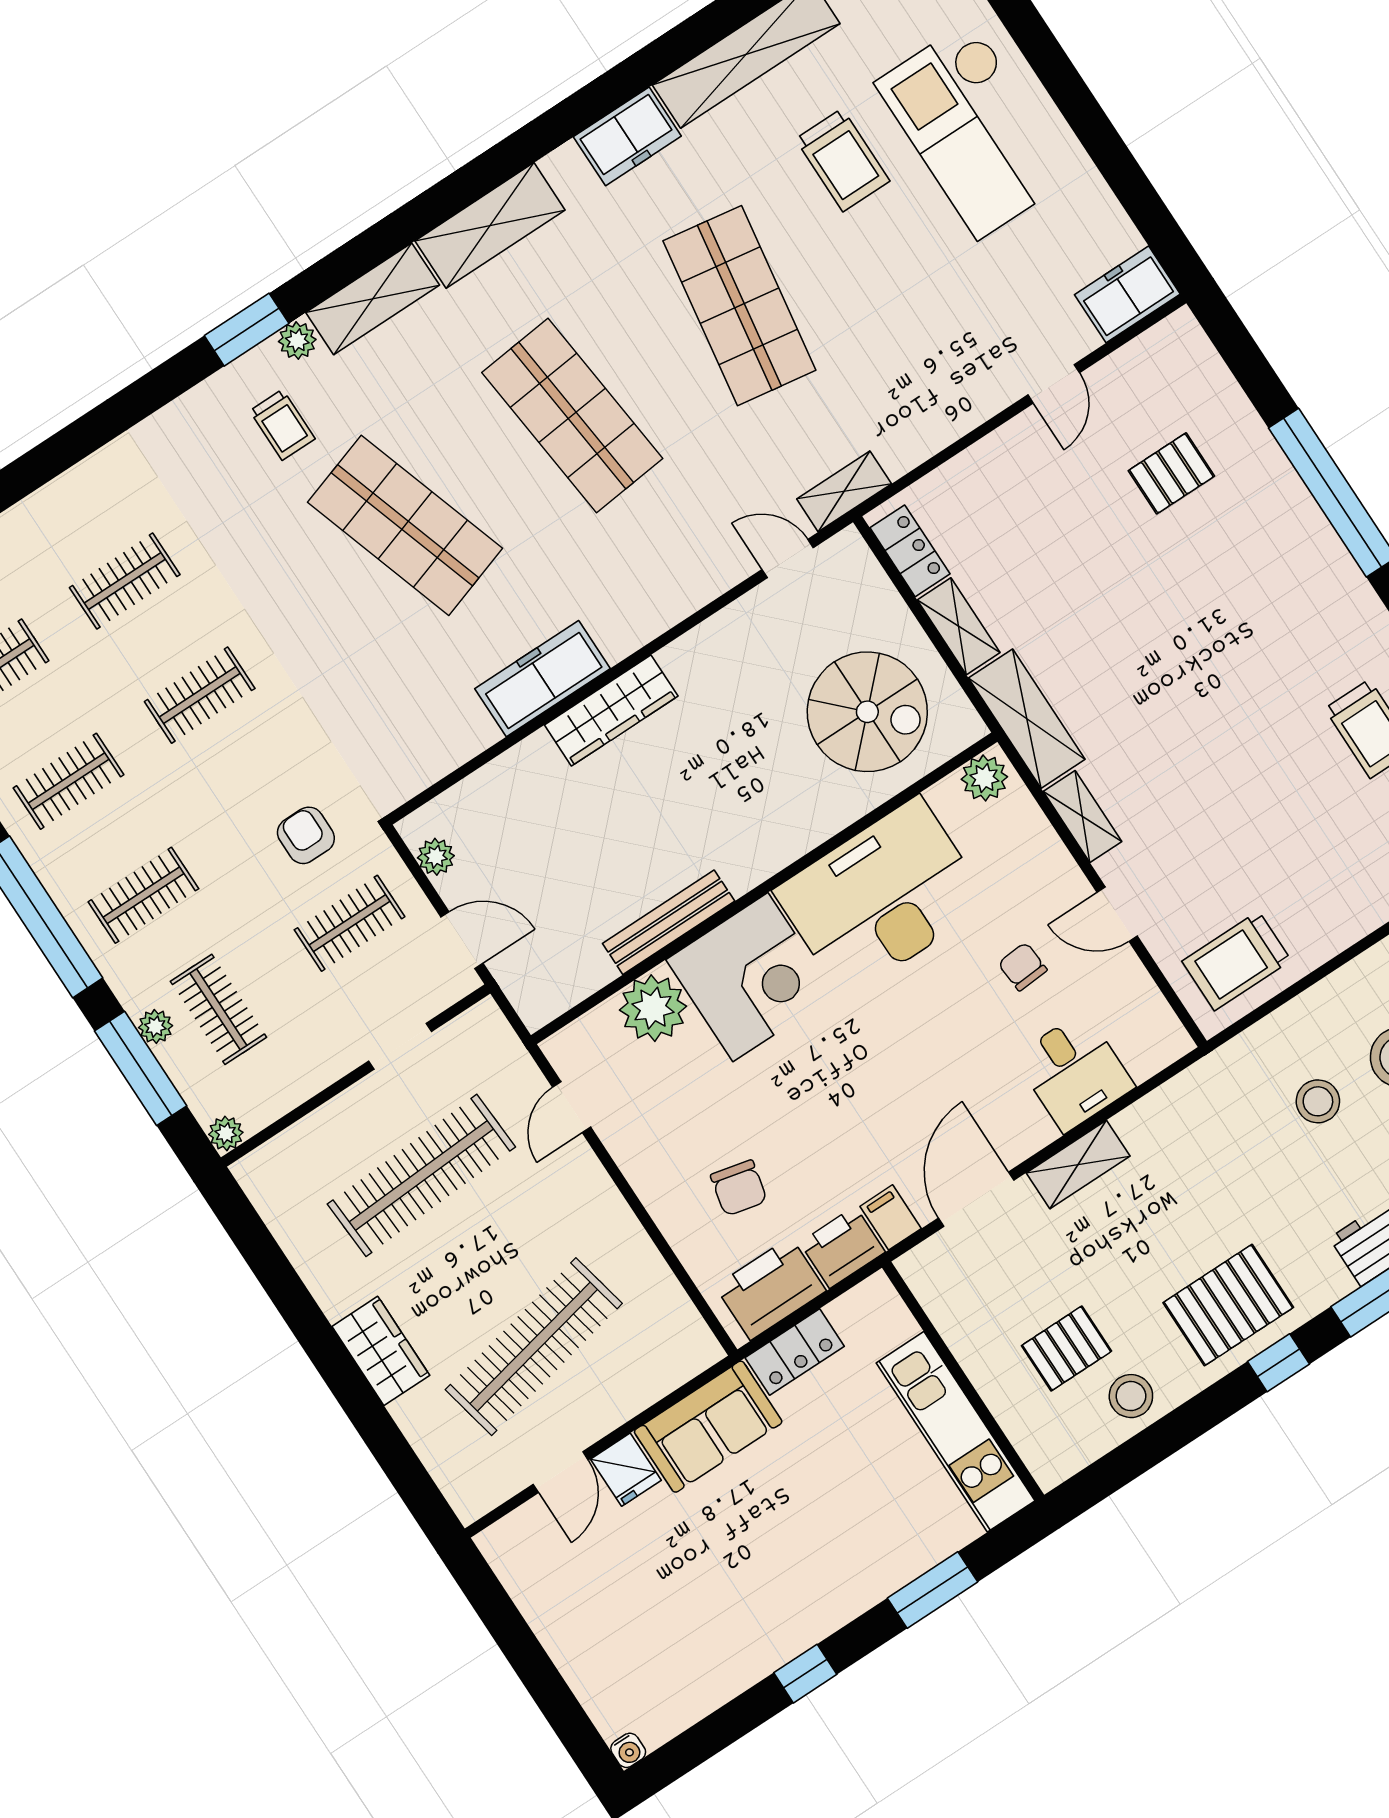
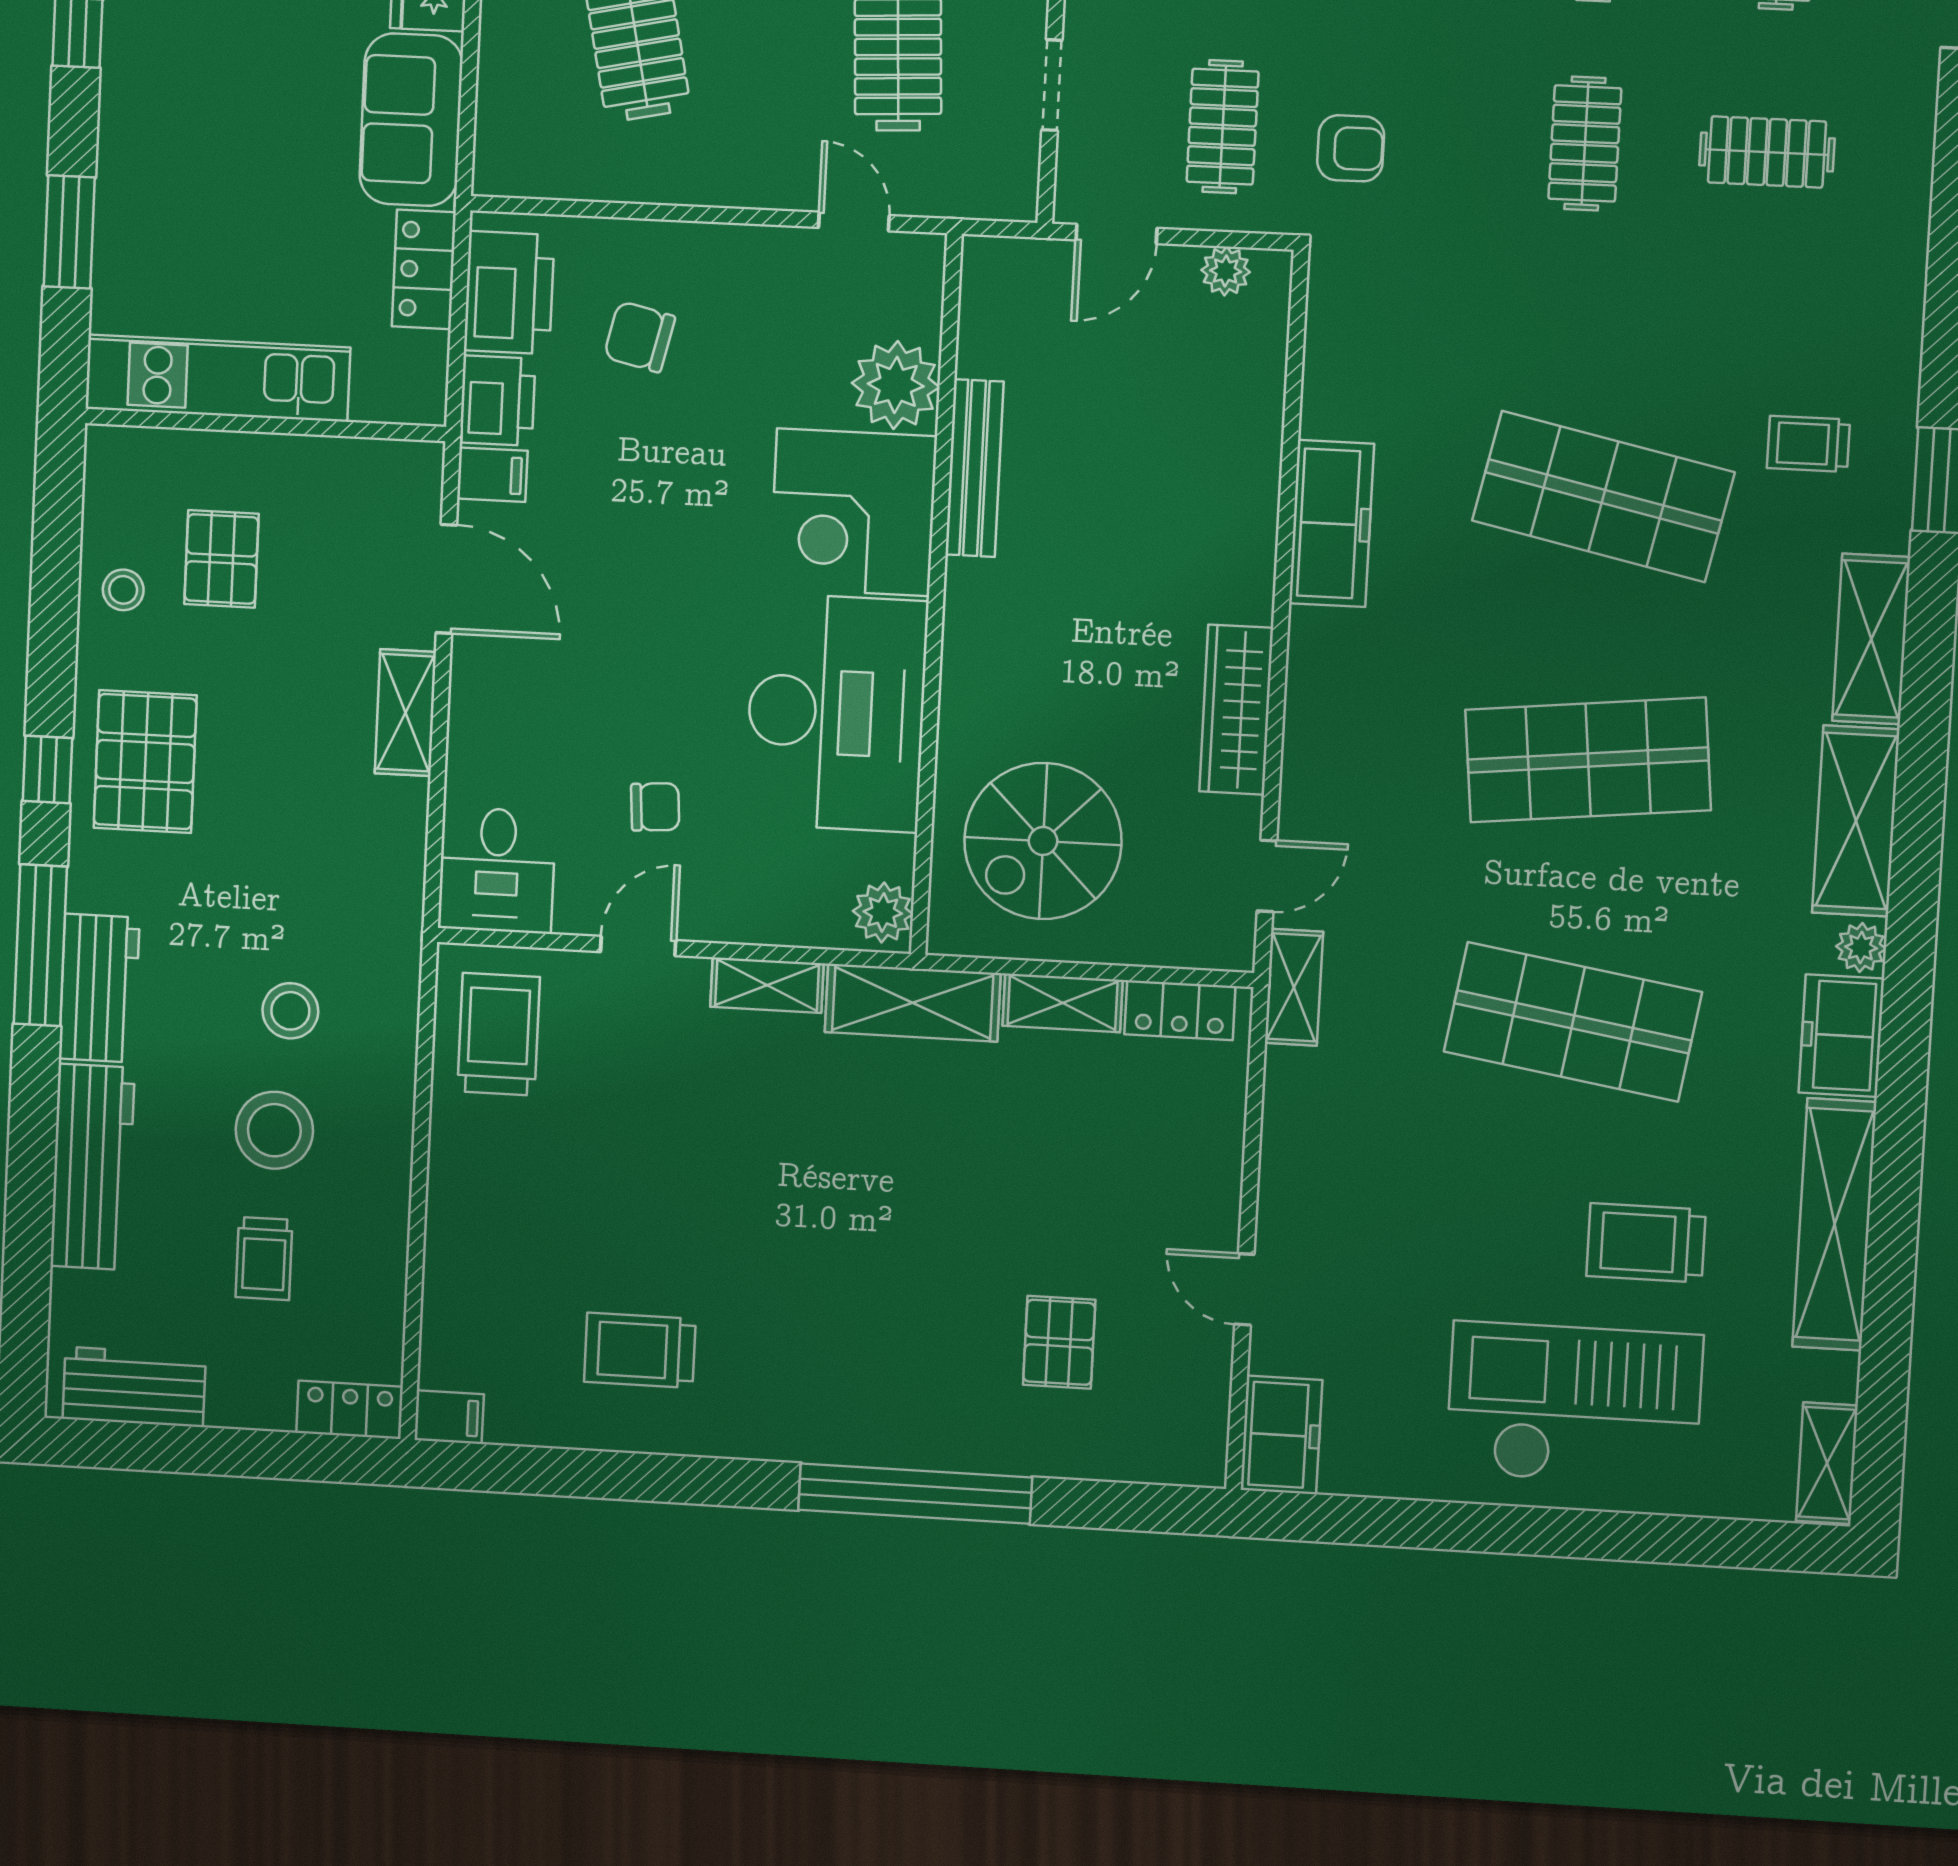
plant: (297, 340) -> (1861, 947), moved
shop shelf: (405, 525) -> (1603, 497), turned 30
clothes rail: (125, 581) -> (1767, 152), turned 90
wardrobe: (611, 711) -> (1236, 710), moved
desk: (1074, 1072) -> (497, 870), moved, turned -90
stool: (1131, 1396) -> (123, 590), width x0.73, depth x0.73

